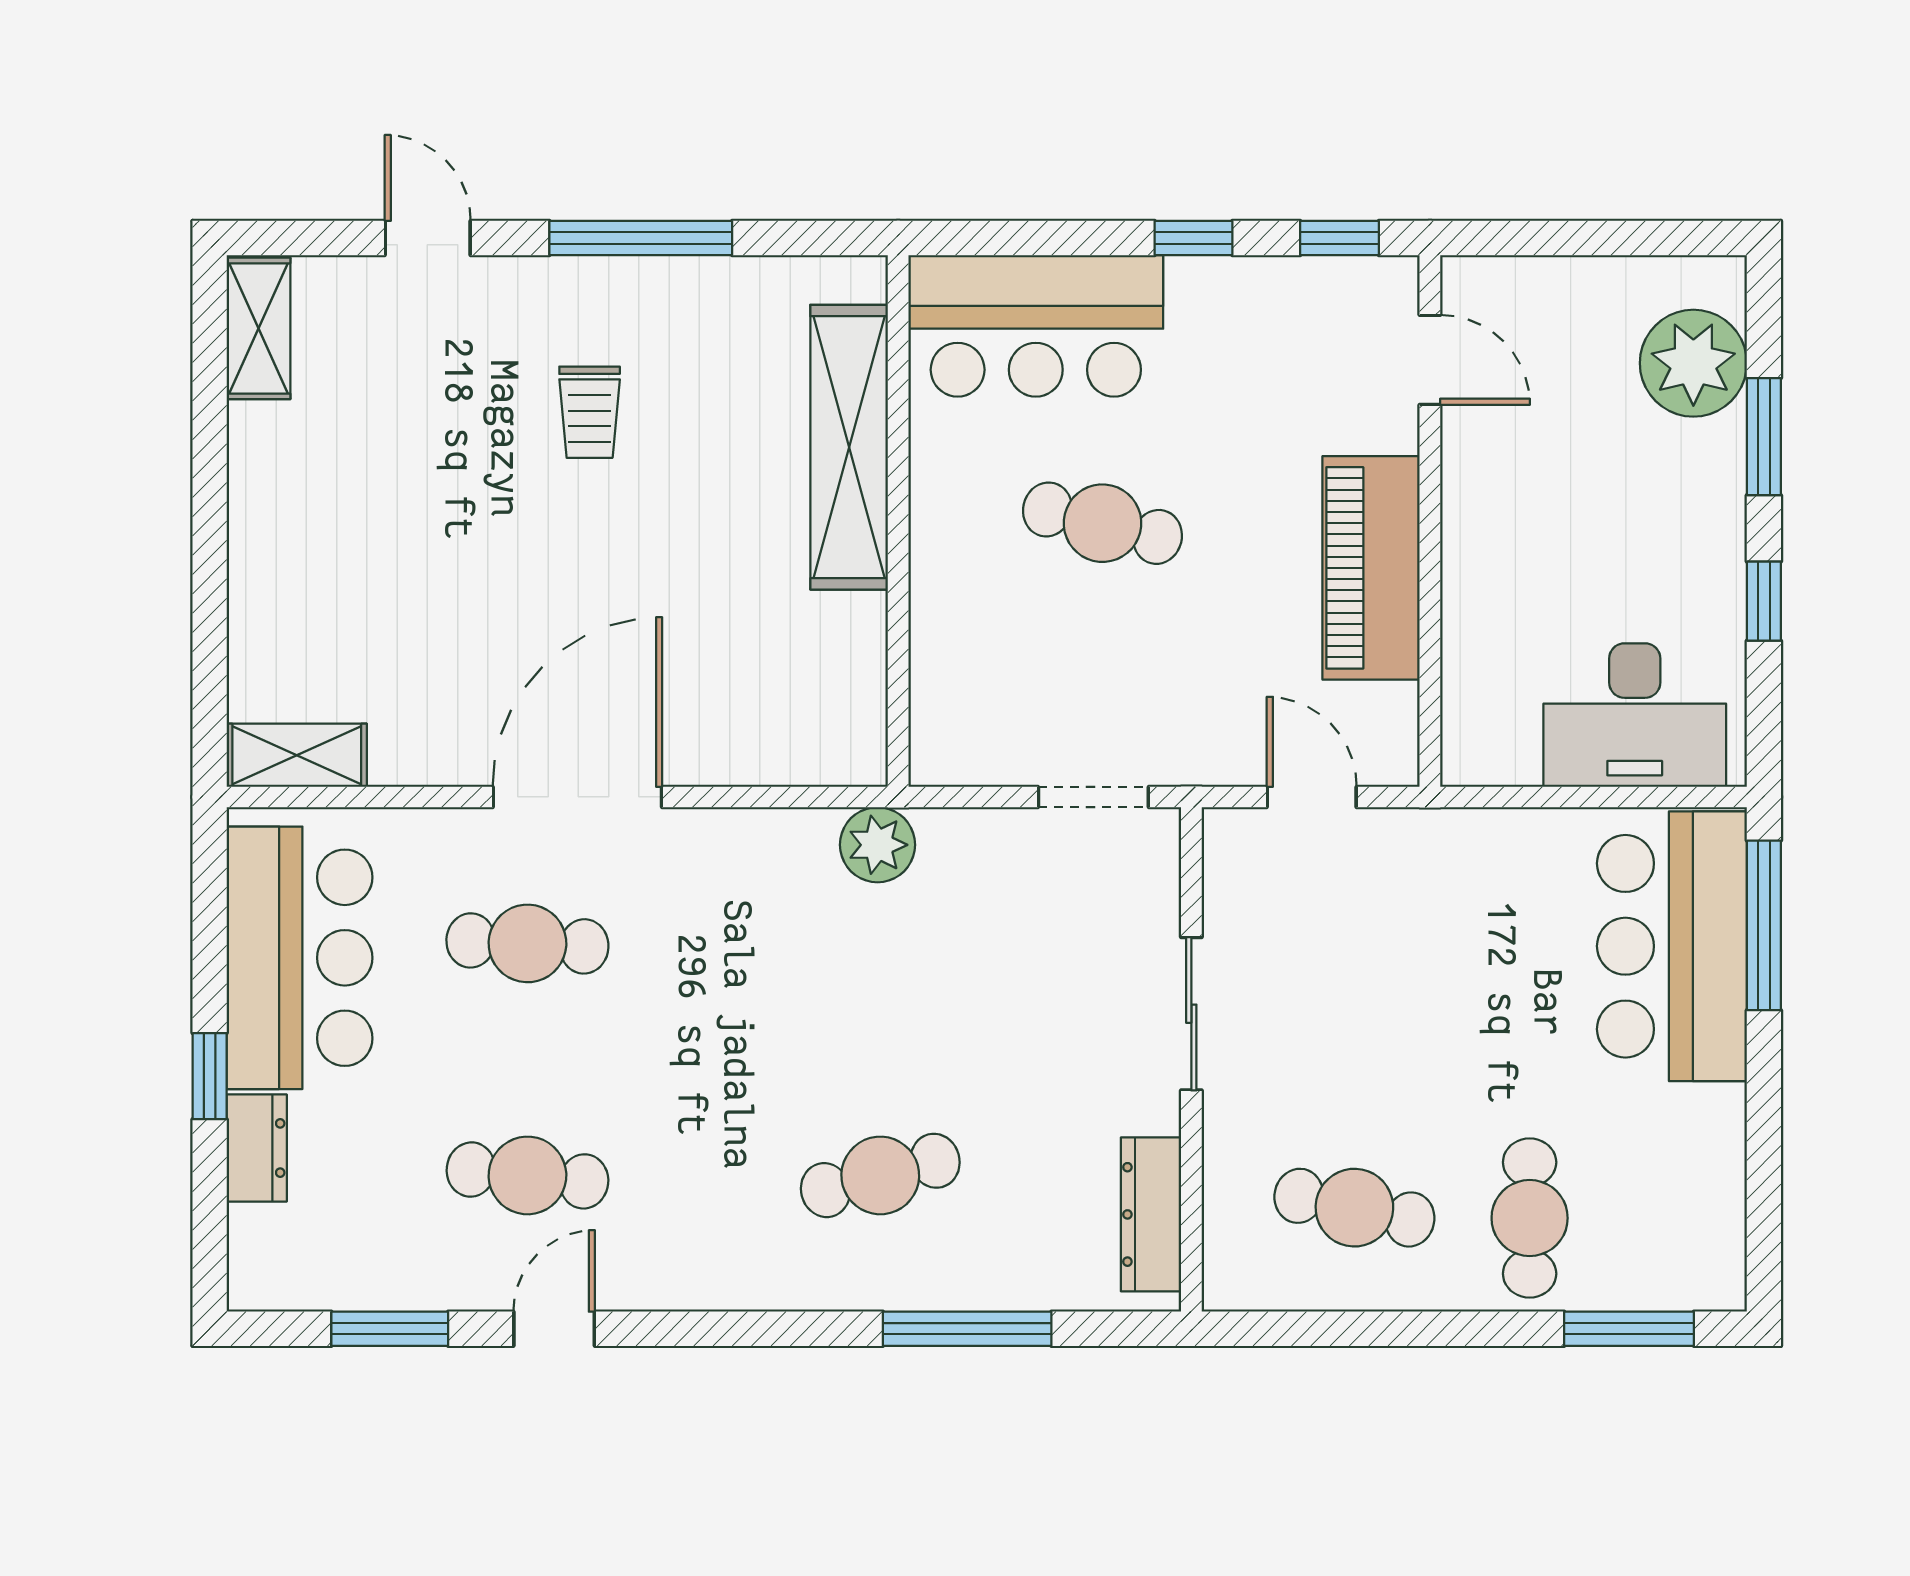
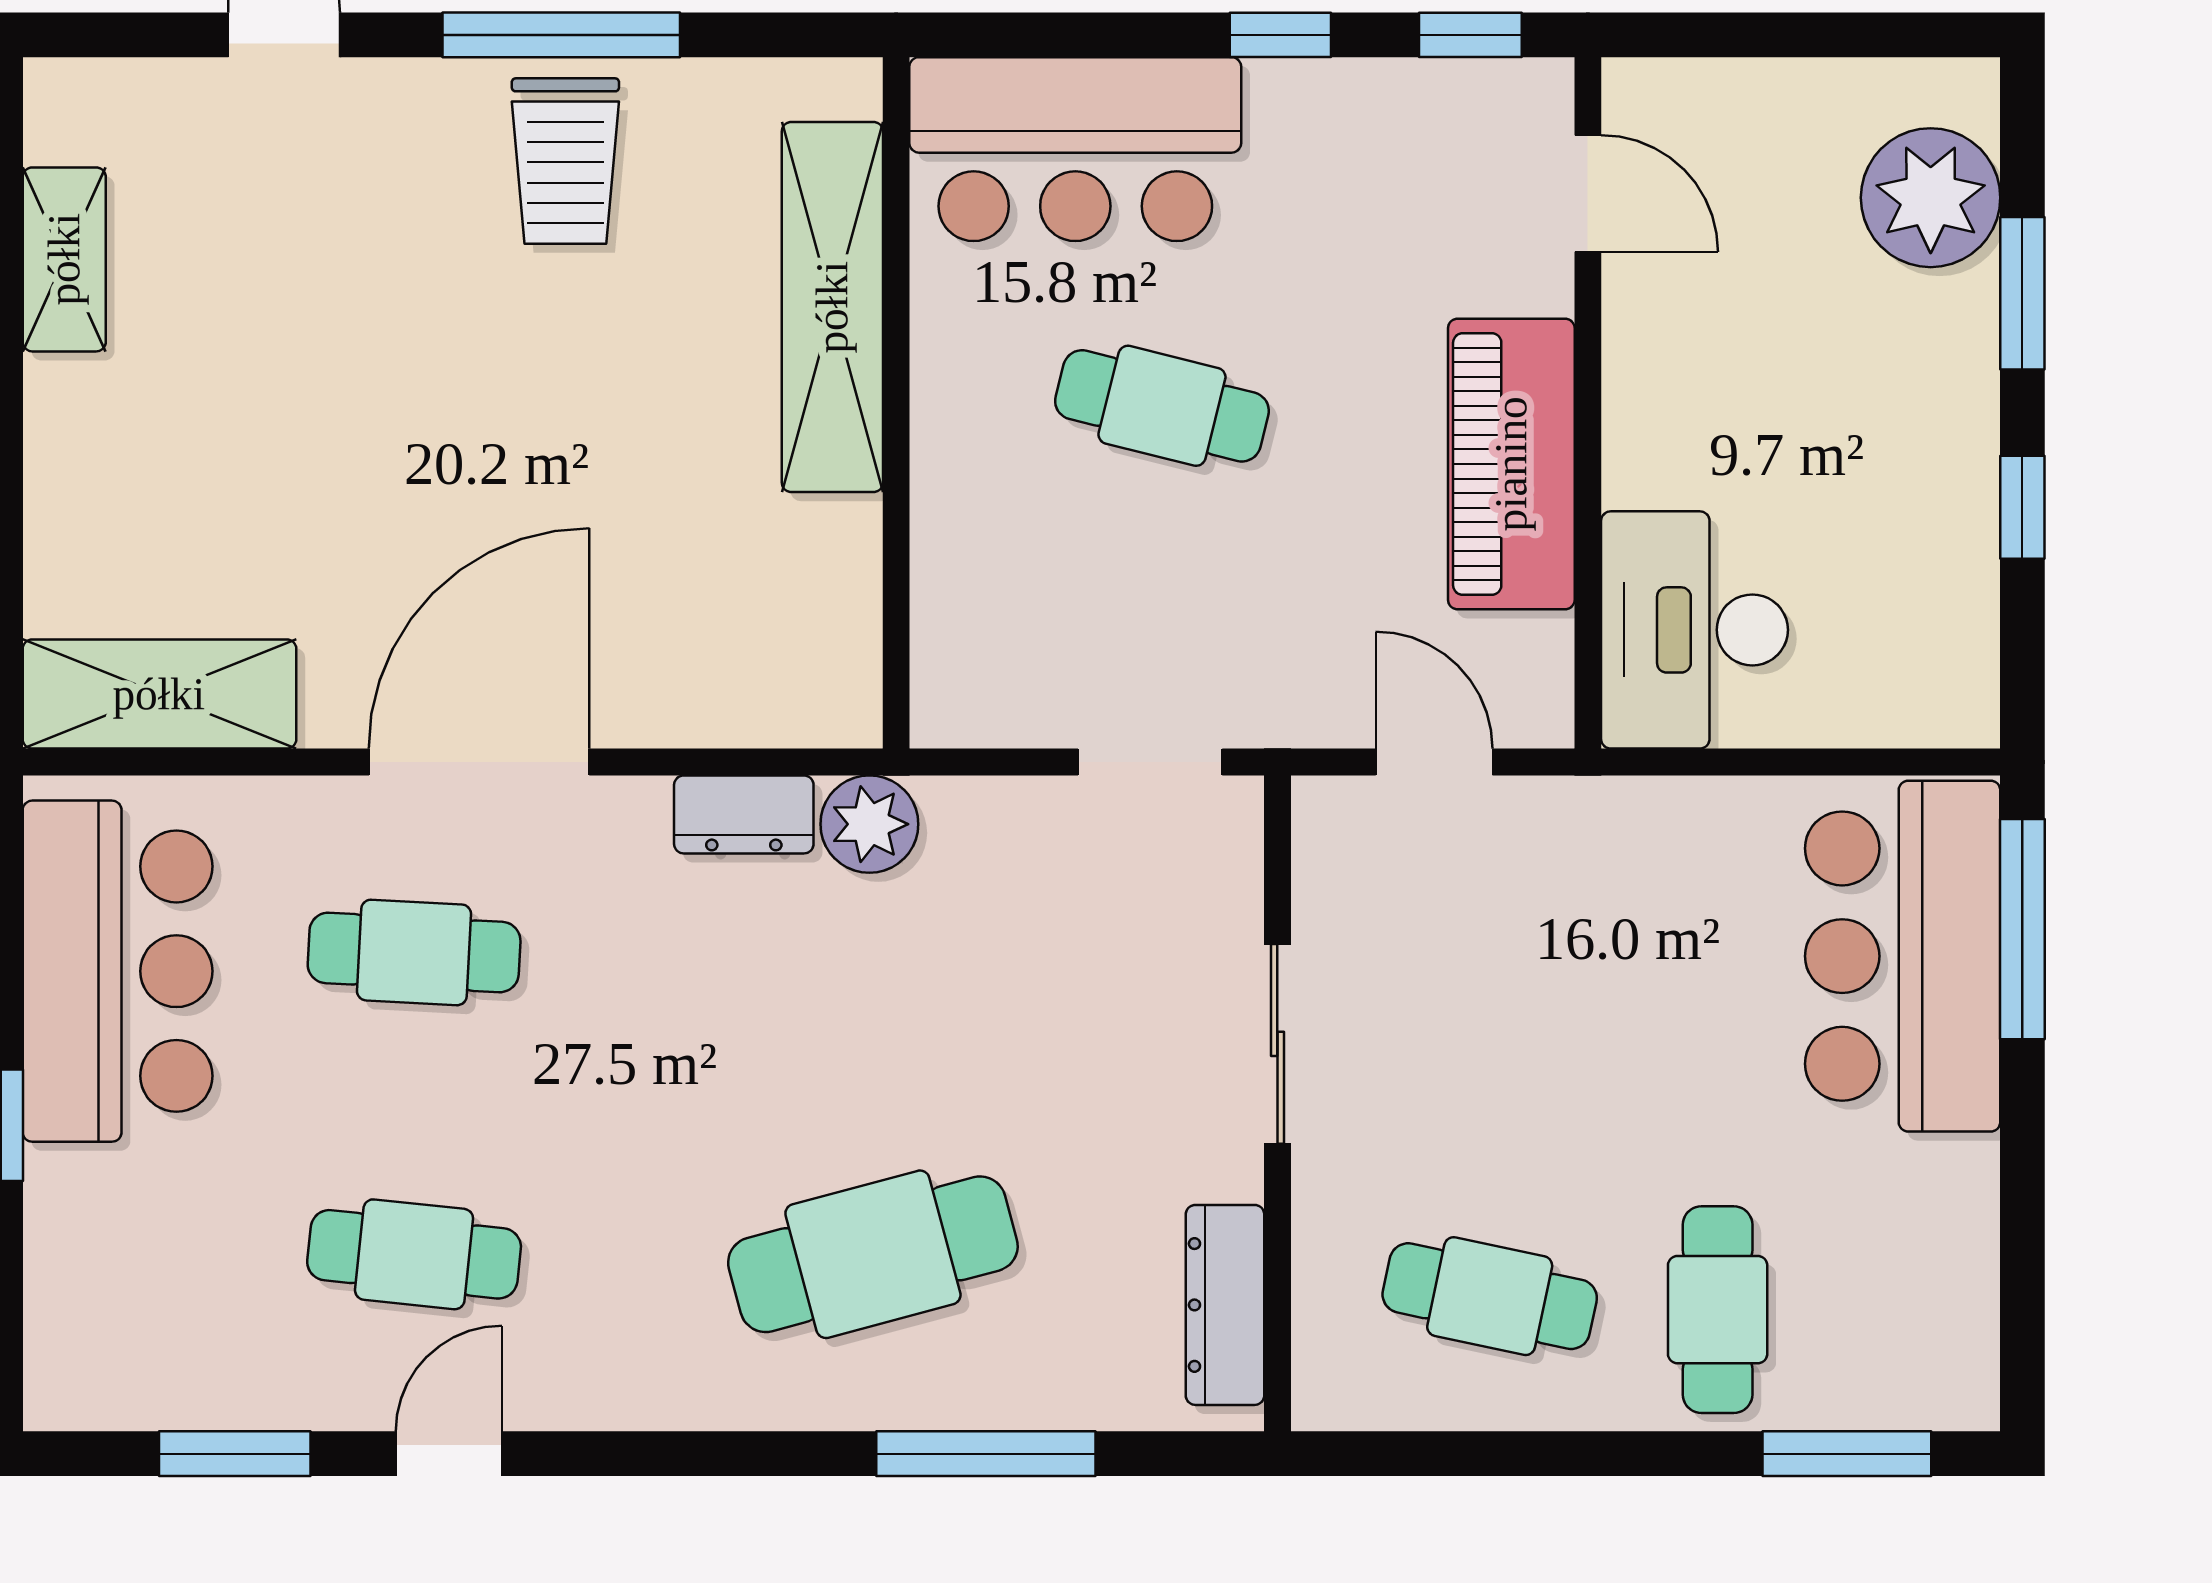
shelving: (258, 328) -> (64, 259), moved
trolley: (590, 412) -> (565, 161), moved, width x1.36, depth x1.39
desk: (1635, 715) -> (1694, 630), moved, turned 90
shelving: (297, 755) -> (159, 694), width x1.50, depth x1.33
dresser: (257, 1148) -> (744, 814), moved, turned 90
cafe table: (880, 1175) -> (873, 1254), width x1.37, depth x1.35

